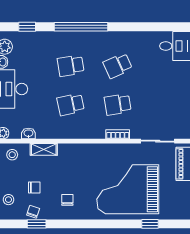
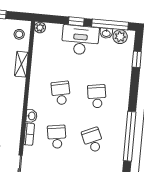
window: (81, 27) -> (130, 136), moved
washbasin: (28, 133) -> (31, 116), moved

